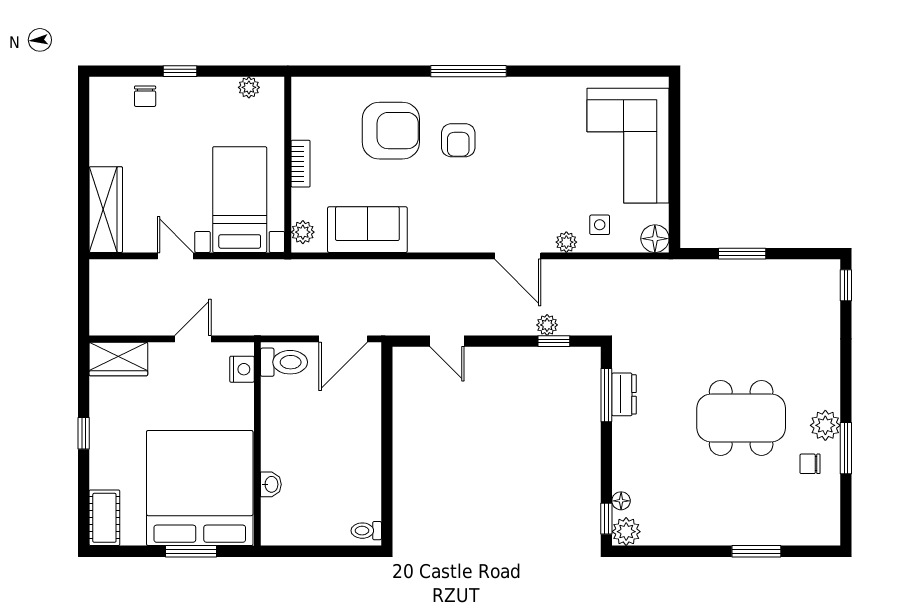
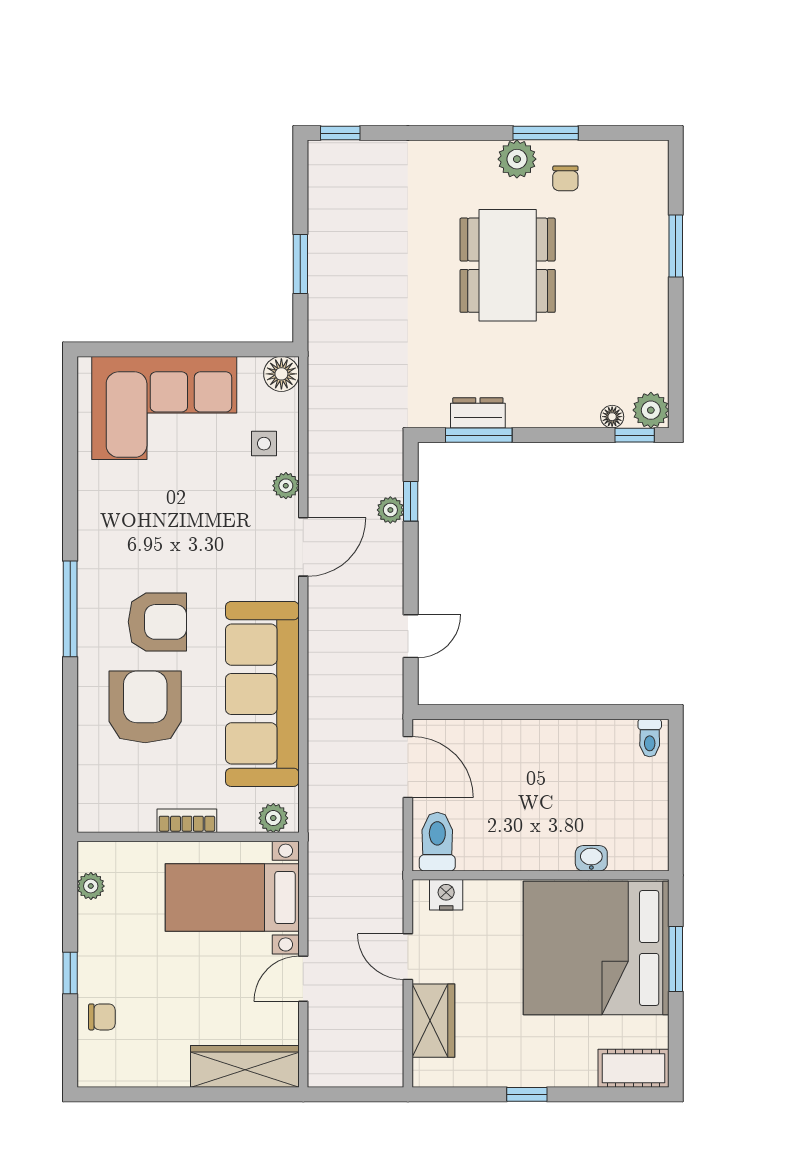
armchair: (458, 140) -> (157, 622), width x1.38, depth x1.38
sofa: (367, 230) -> (262, 694), width x1.85, depth x1.27
wardrobe: (118, 359) -> (433, 1021), moved

